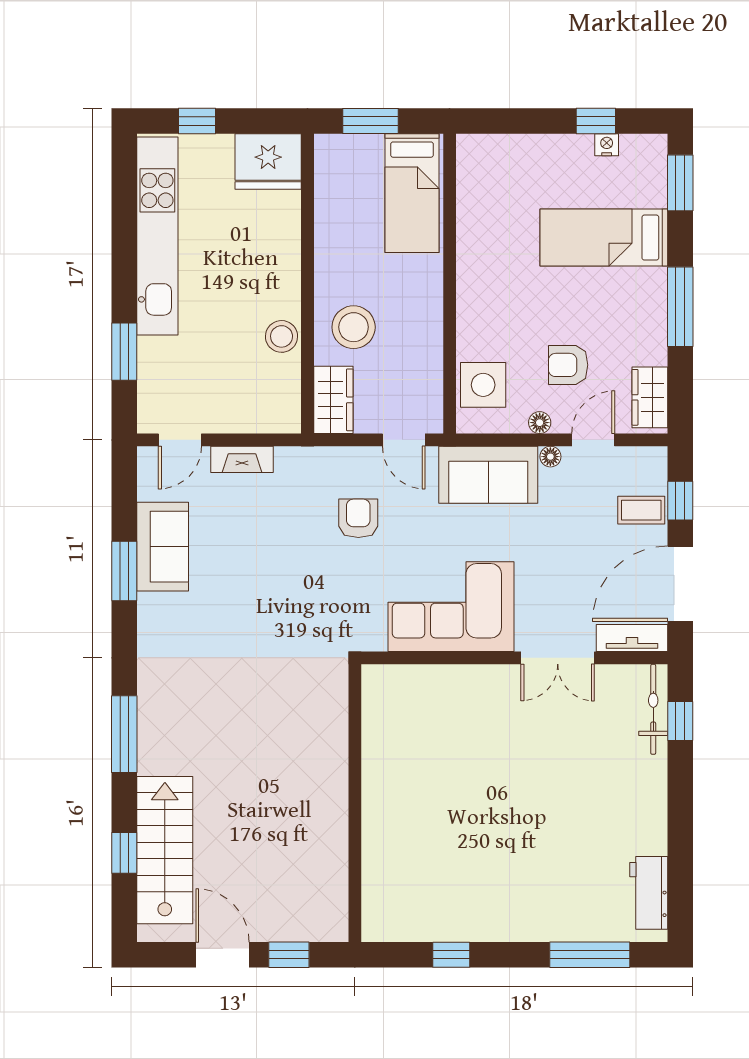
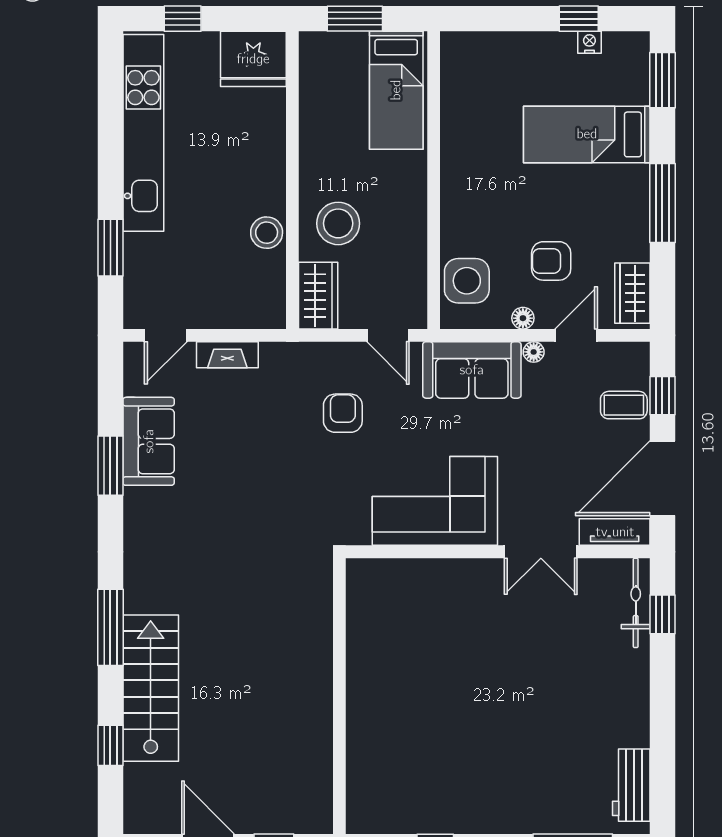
stairs: (165, 850) -> (151, 688), moved

